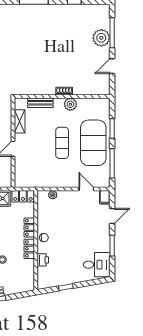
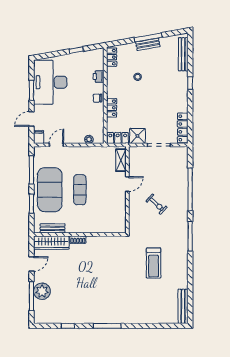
wardrobe: (92, 88) -> (51, 243), added
bench: (40, 103) -> (52, 228), moved
plant: (70, 104) -> (72, 227), removed
shelving: (20, 121) -> (121, 160), moved
door: (86, 189) -> (56, 145), swing flipped
locker: (29, 249) -> (112, 57), moved
desk: (97, 265) -> (50, 82), width x1.87, depth x1.30

